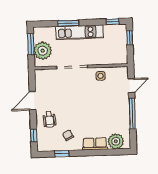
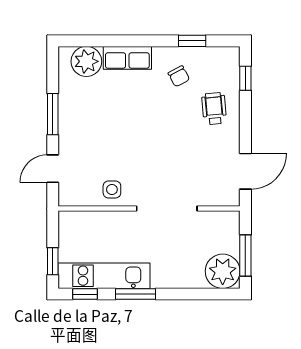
window: (68, 23) -> (135, 294), moved
kitchen unit: (80, 32) -> (104, 276), moved
plant: (43, 51) -> (223, 271), moved
door: (33, 101) -> (245, 171), moved
window: (132, 114) -> (53, 114), width x0.69

